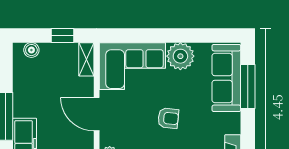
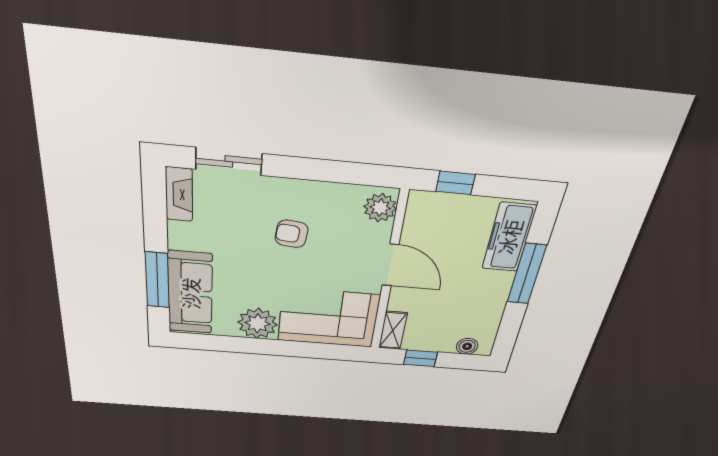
armchair: (168, 118) -> (291, 234), moved

